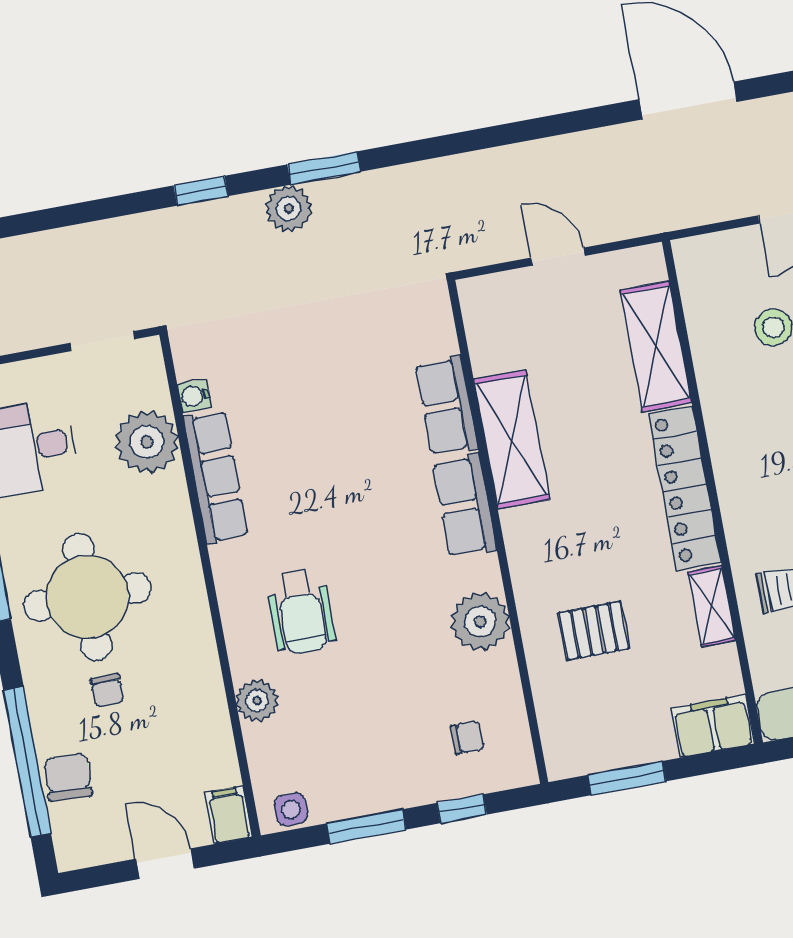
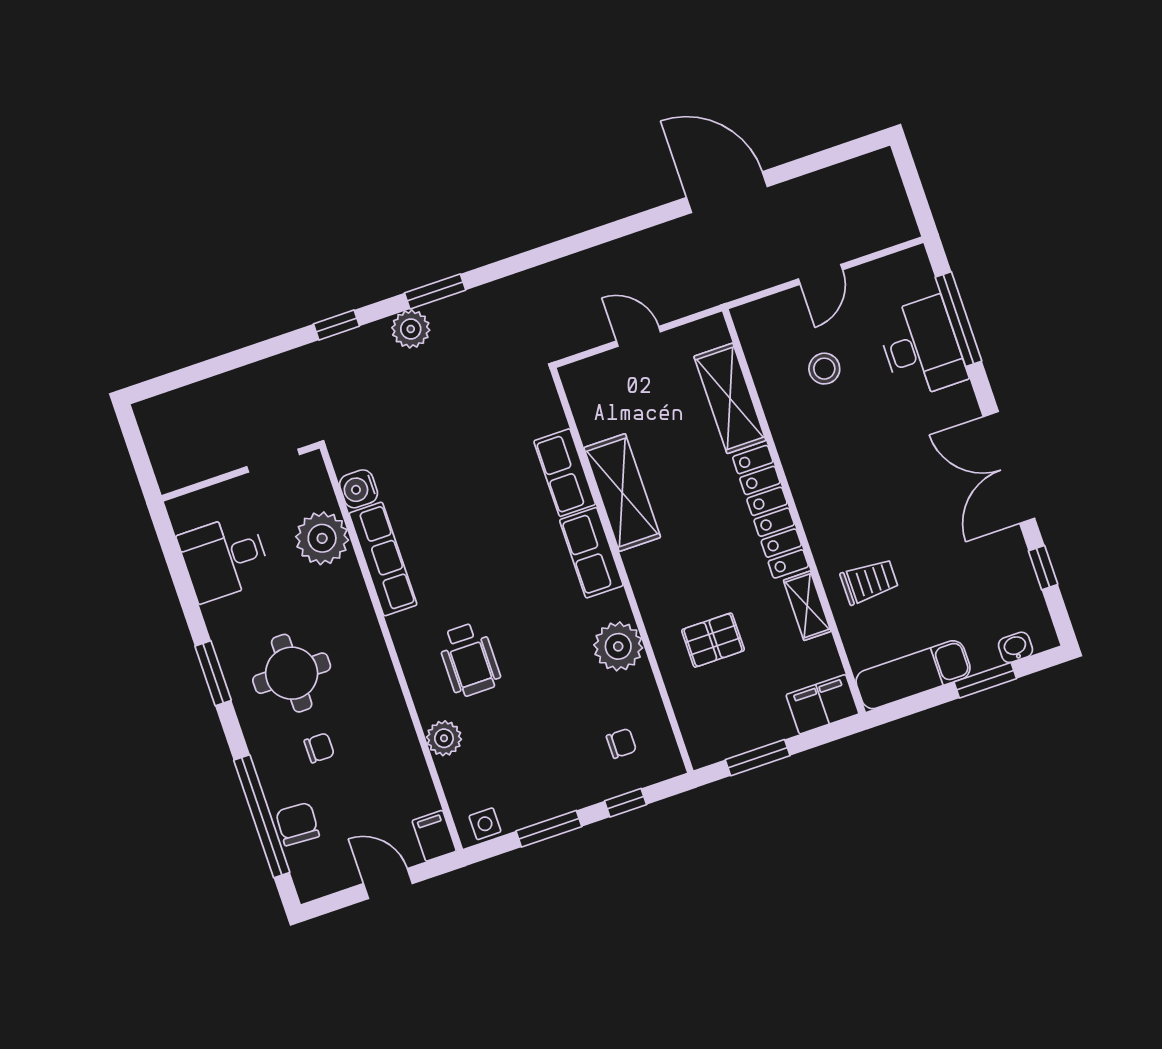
water cooler: (194, 396) -> (359, 489), width x1.38, depth x1.38
round table: (87, 597) -> (292, 673), width x0.73, depth x0.73
chair: (107, 690) -> (319, 748), turned -90

